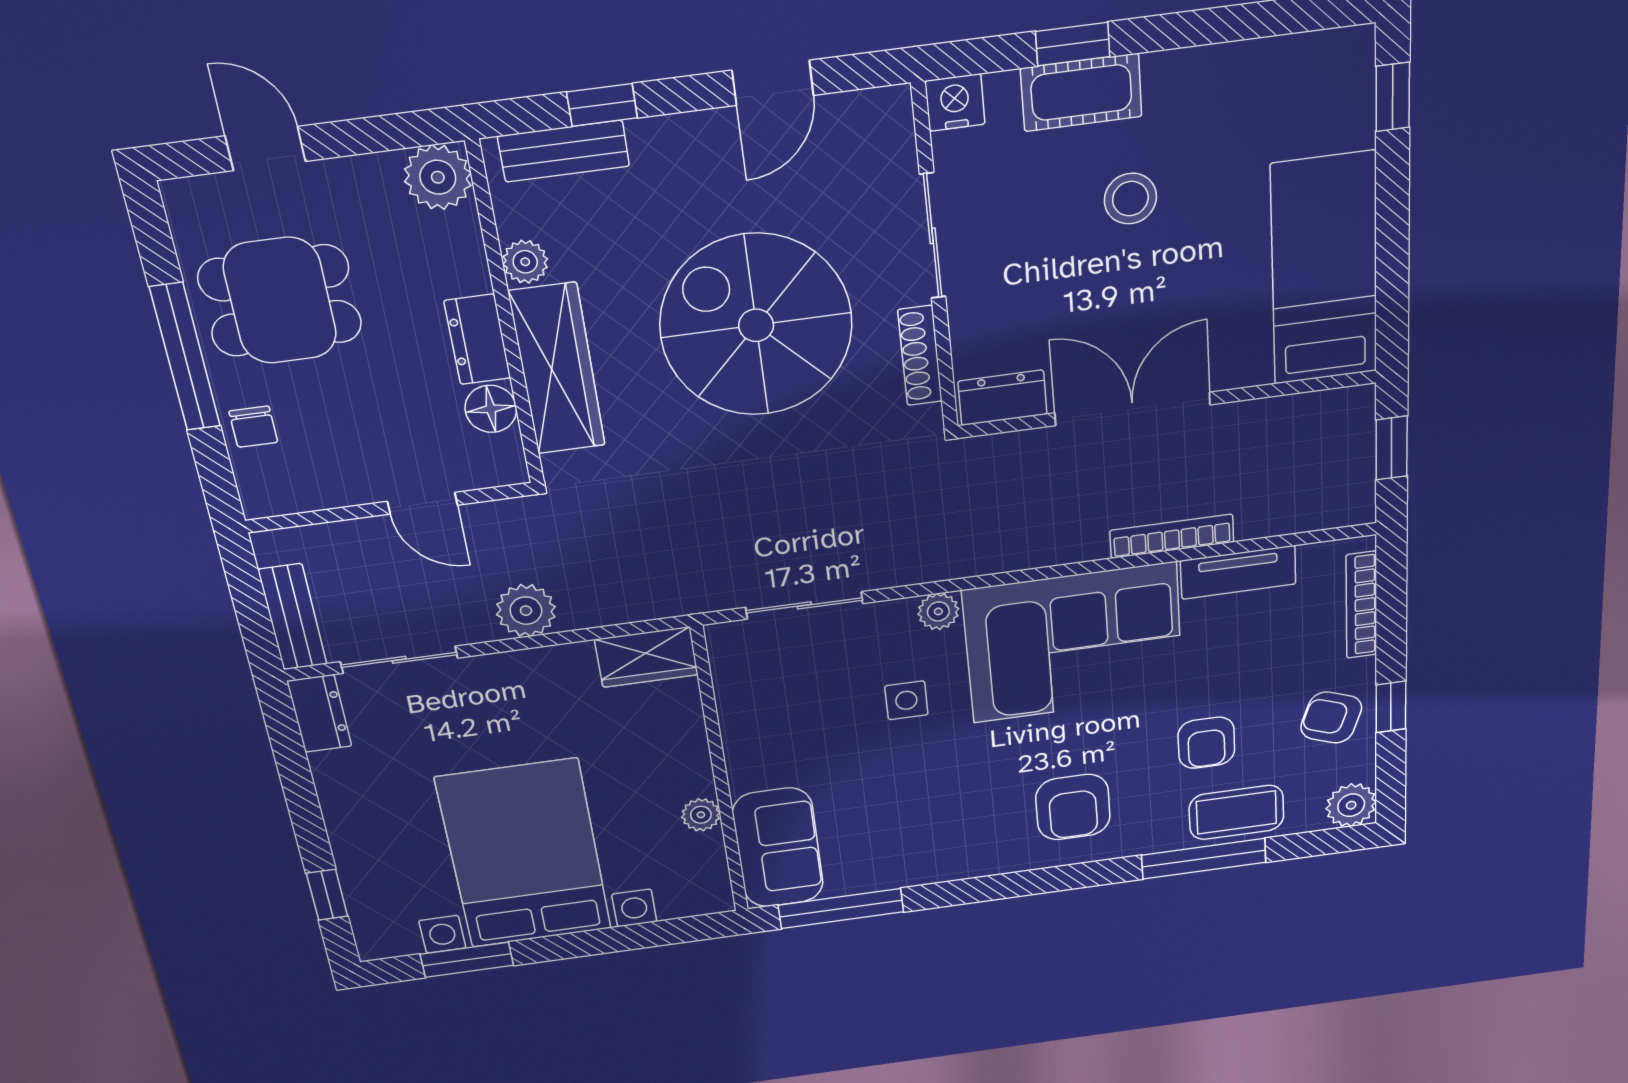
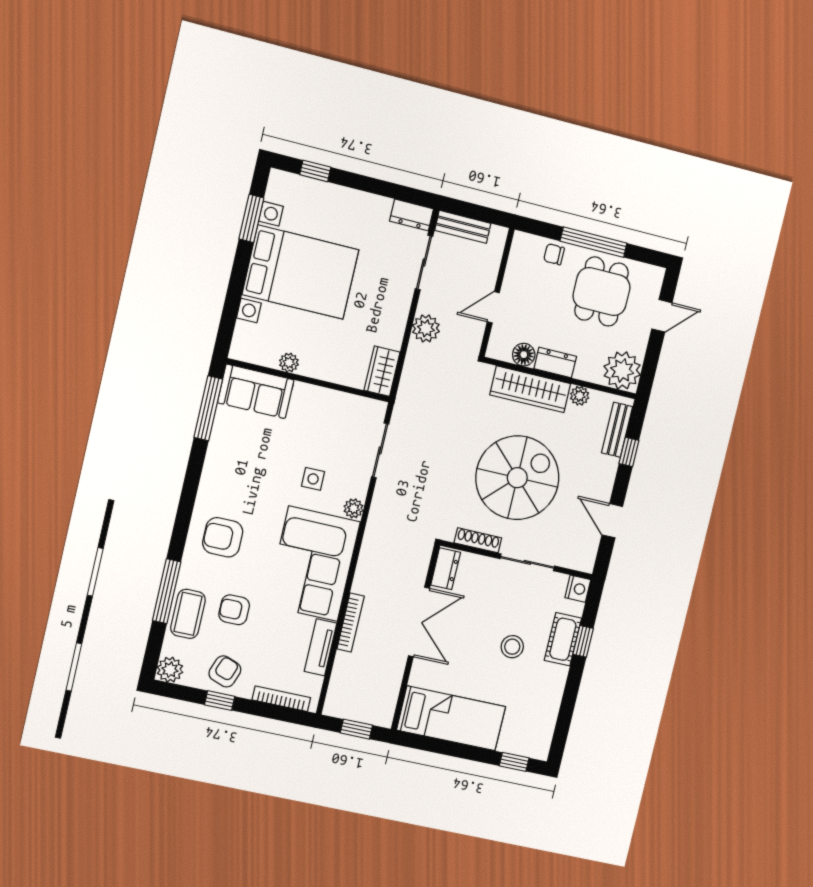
plant: (438, 177) -> (622, 370), width x1.36, depth x1.36

